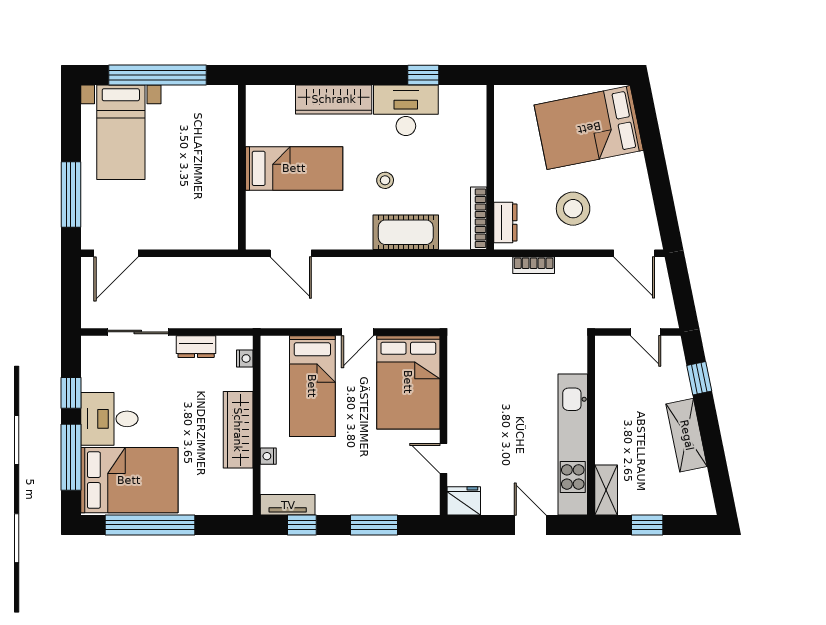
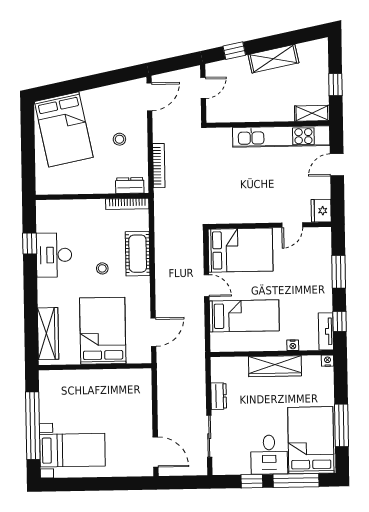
wardrobe: (334, 99) -> (48, 334), moved
bed: (294, 168) -> (103, 331), width x1.50
window: (71, 195) -> (116, 484), removed
stool: (573, 209) -> (119, 139), width x0.53, depth x0.53
bookcase: (534, 265) -> (159, 166), width x1.56
nightstand: (245, 358) -> (328, 361), moved
window: (150, 525) -> (341, 425), width x0.68

